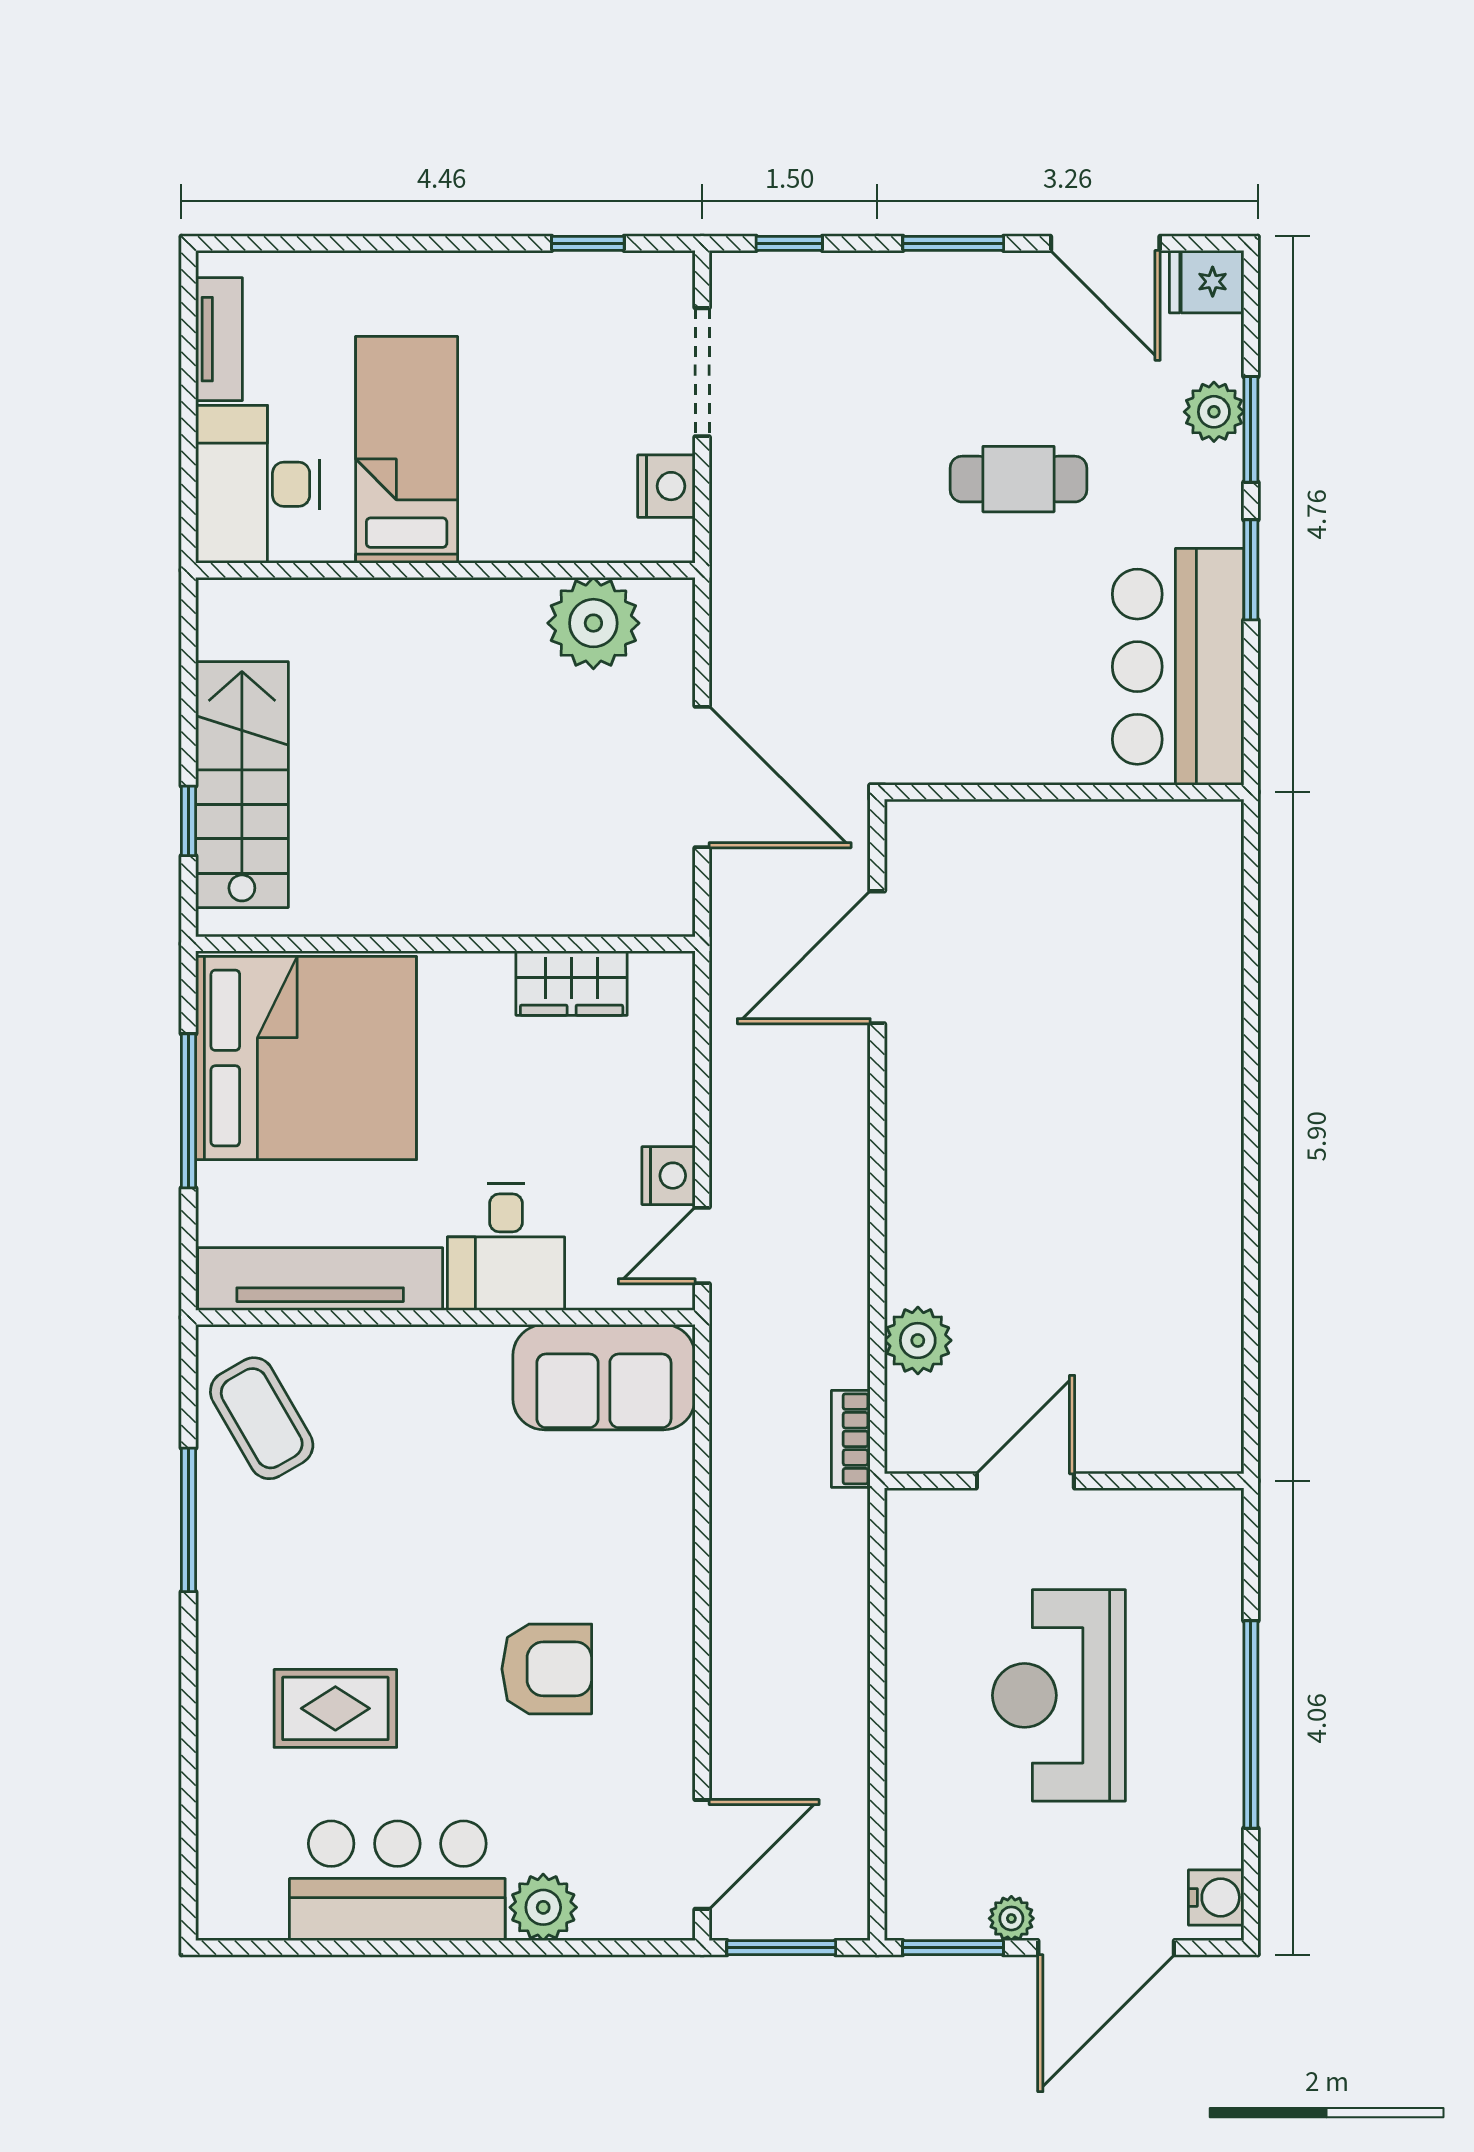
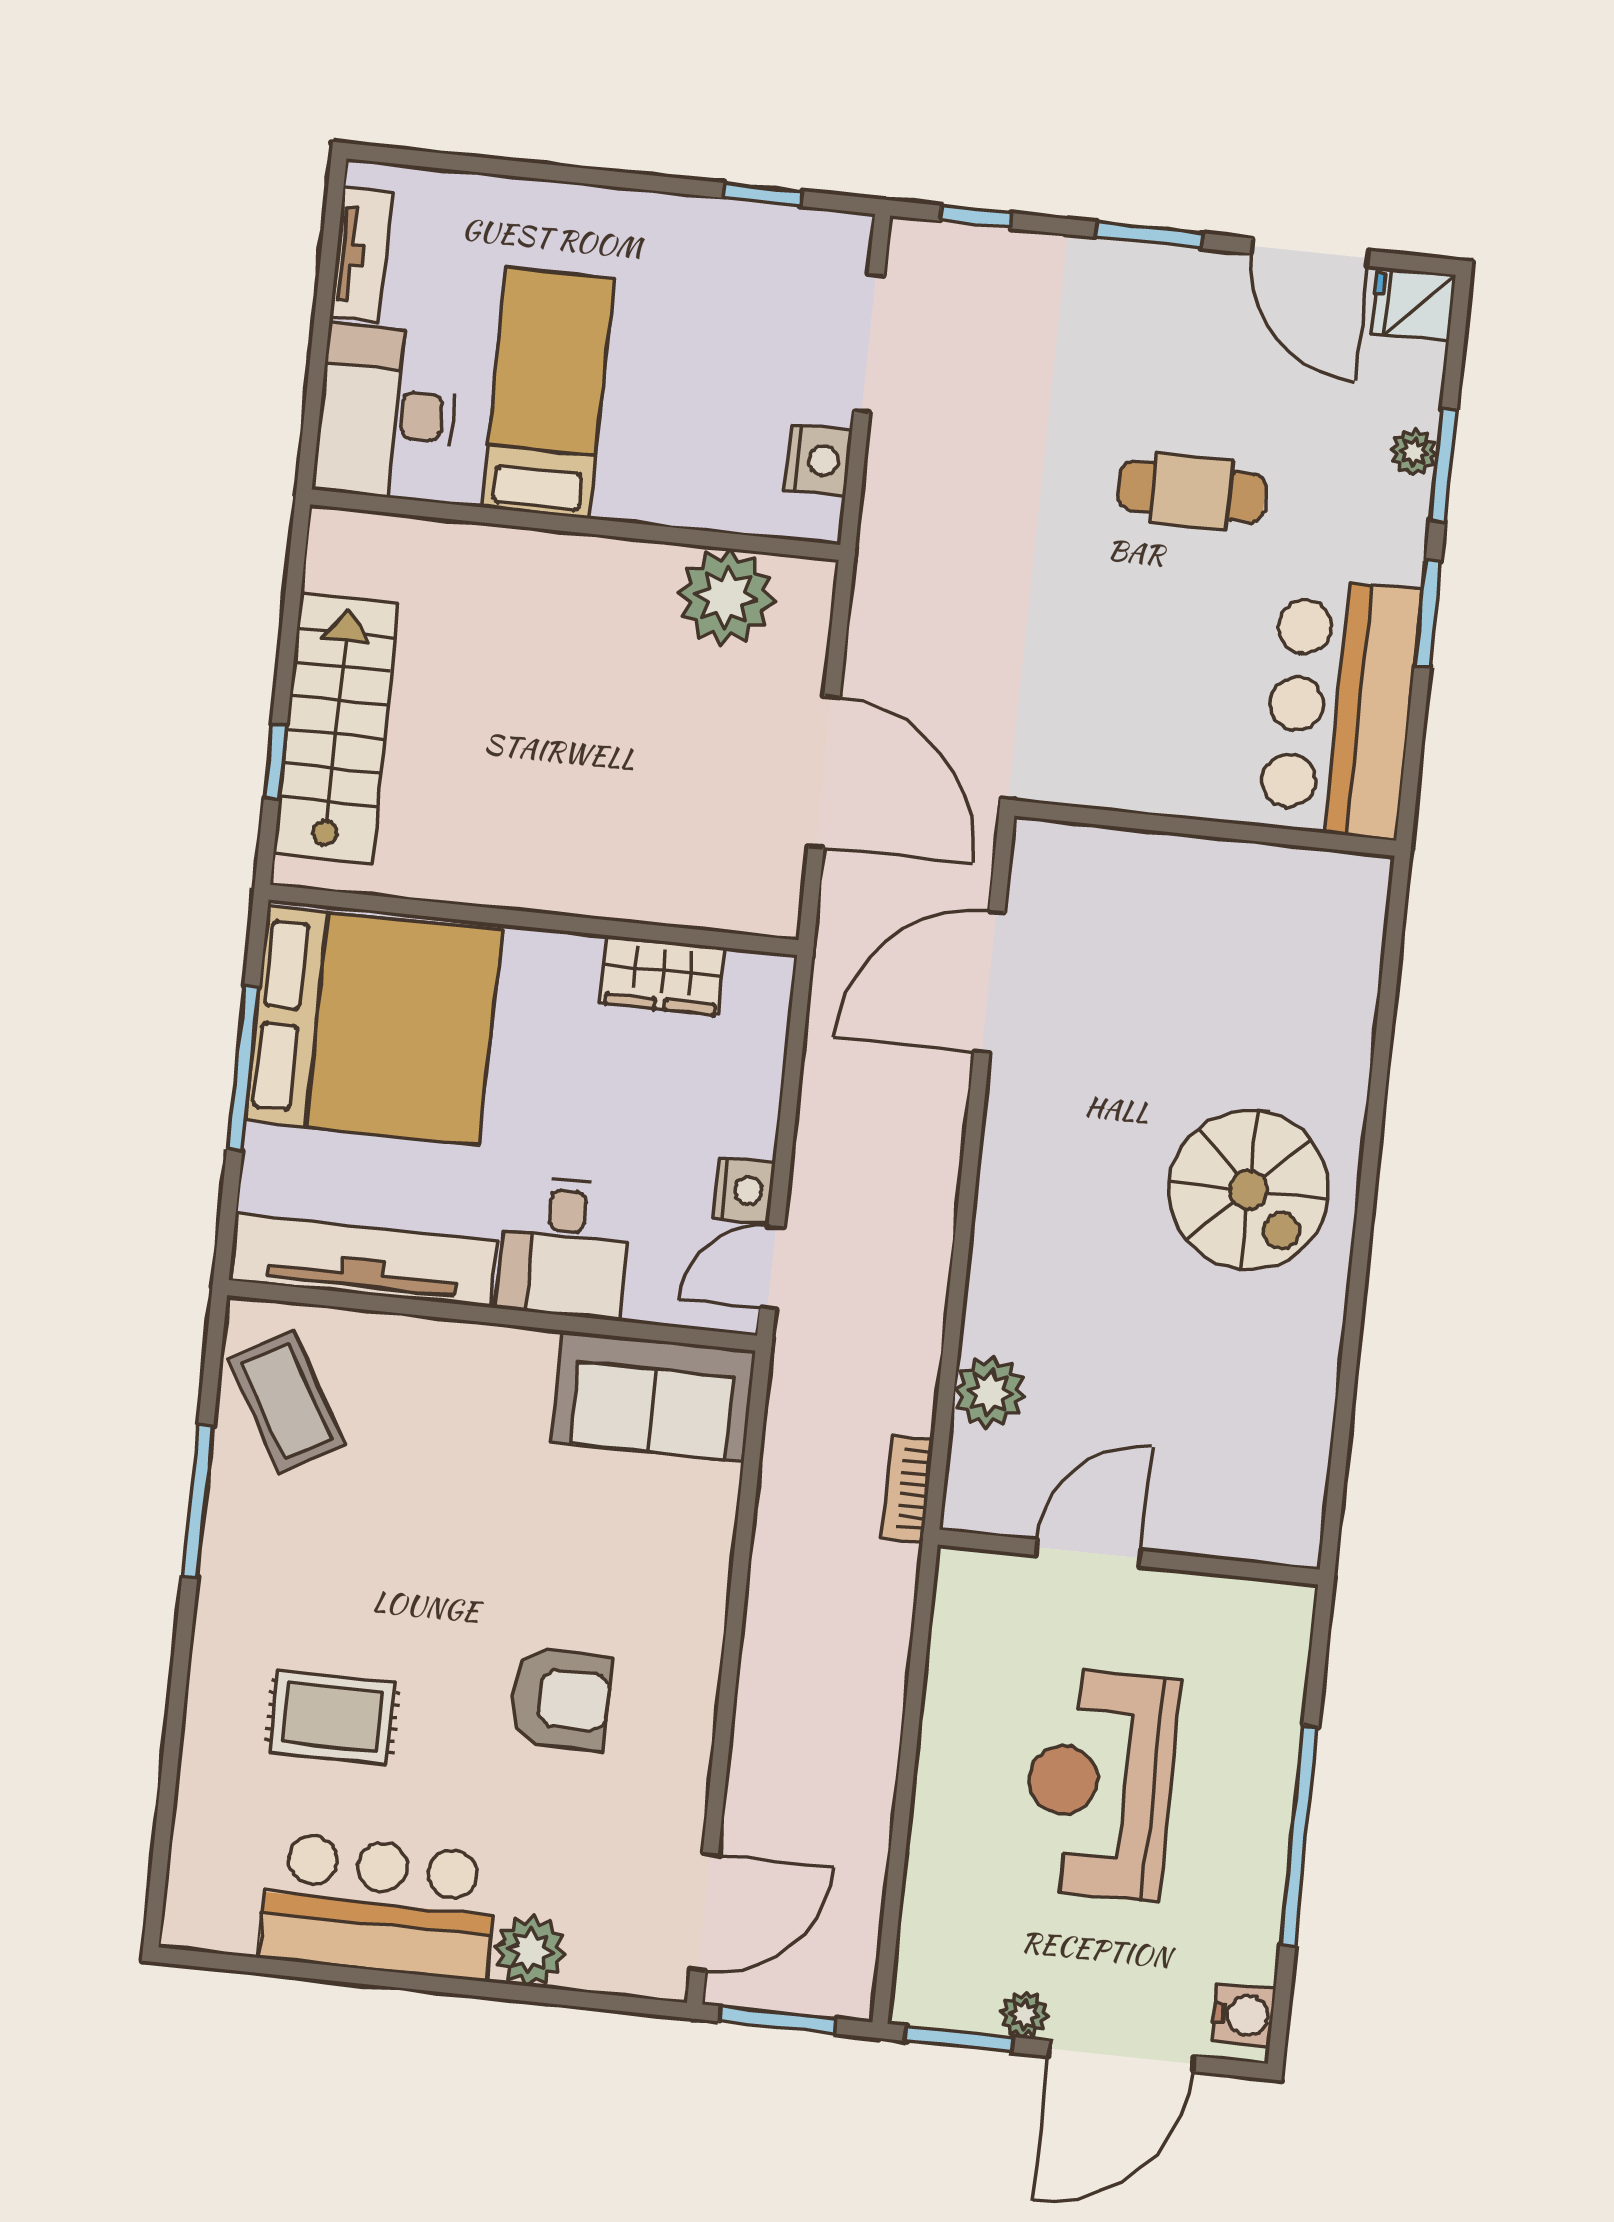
plant: (1214, 412) -> (1414, 452), width x0.73, depth x0.73
spiral stairs: (1140, 1126) -> (1249, 1190), added

